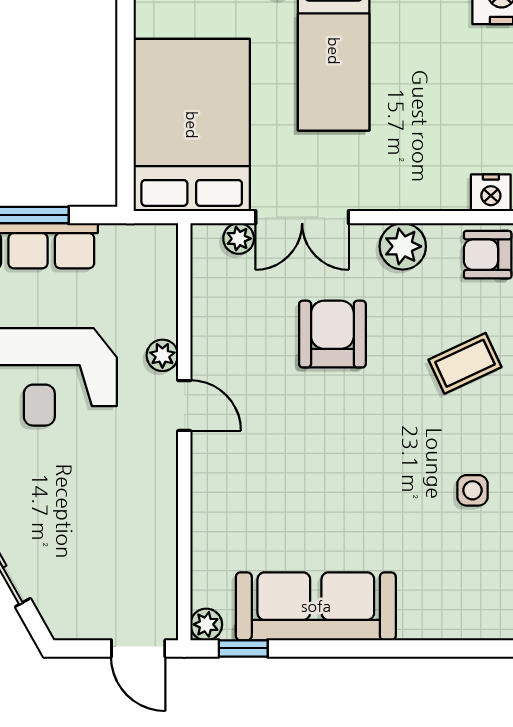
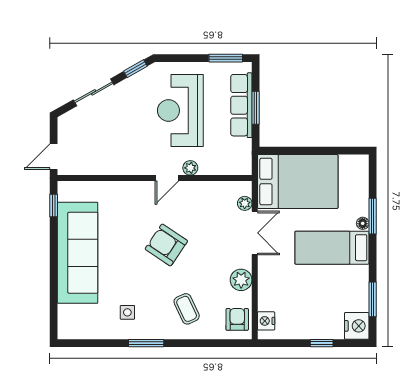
double door: (302, 217) -> (255, 233), swing flipped
armchair: (332, 334) -> (166, 245), moved, turned -146
sofa: (316, 606) -> (78, 253), width x1.36, depth x1.27
plant: (206, 624) -> (65, 188), removed

